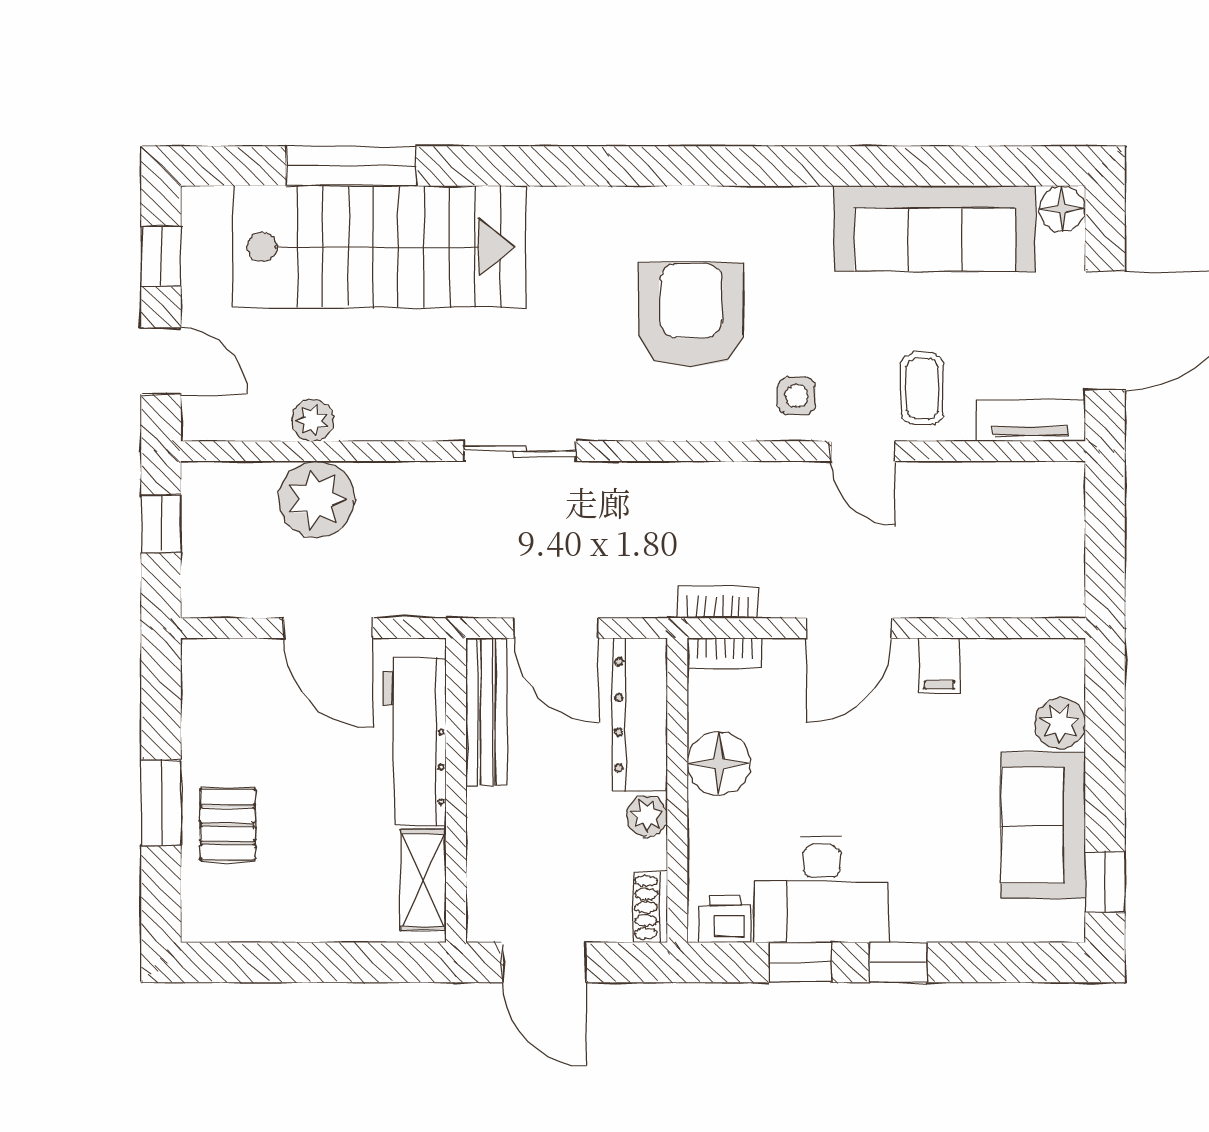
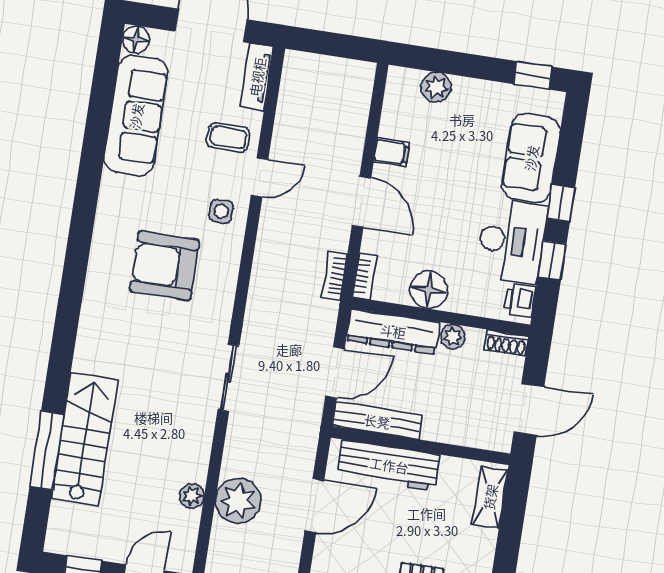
stairs: (379, 247) -> (85, 439), width x0.73, depth x0.66
sofa: (1043, 825) -> (531, 158), moved, turned 90
shelving: (423, 880) -> (490, 497), moved, turned 90

